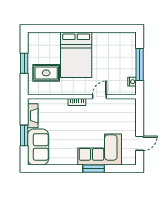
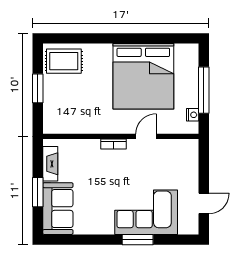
bed: (76, 55) -> (143, 76), moved, width x1.36
rug: (46, 73) -> (64, 61), moved

